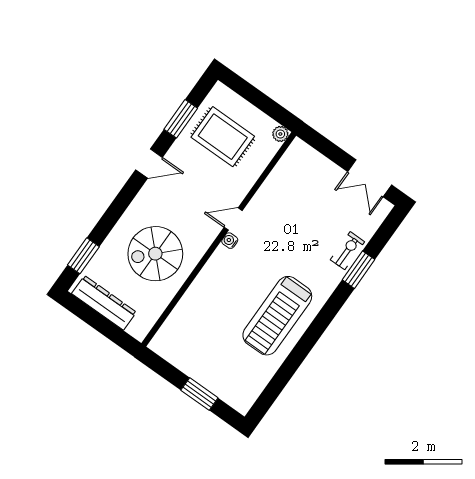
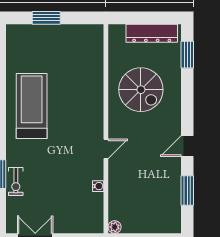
rug: (223, 137) -> (151, 198), removed
water cooler: (230, 241) -> (98, 186), moved
spiral stairs: (155, 254) -> (141, 90), turned 90

